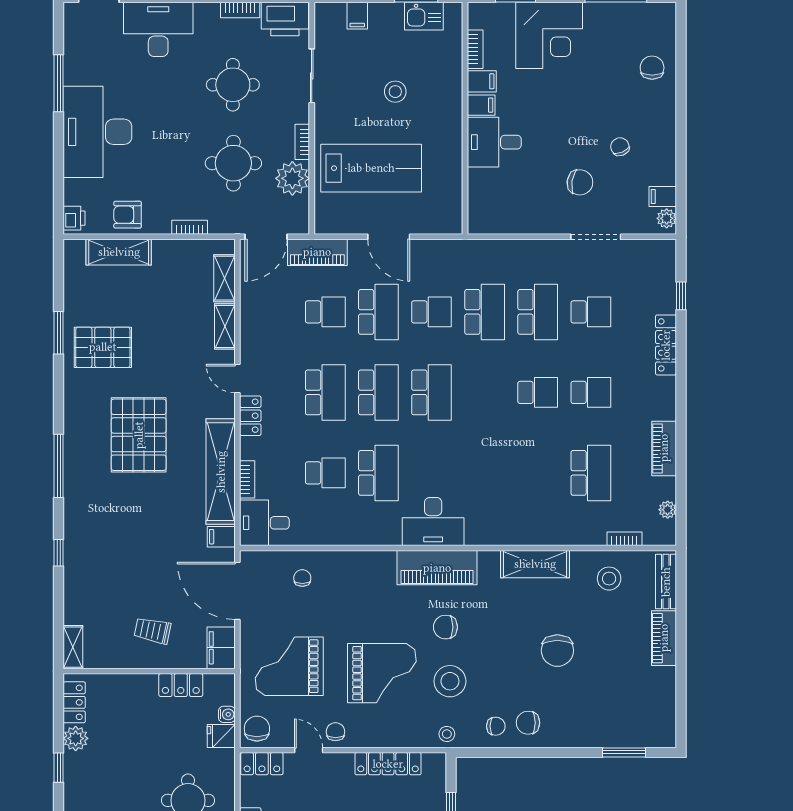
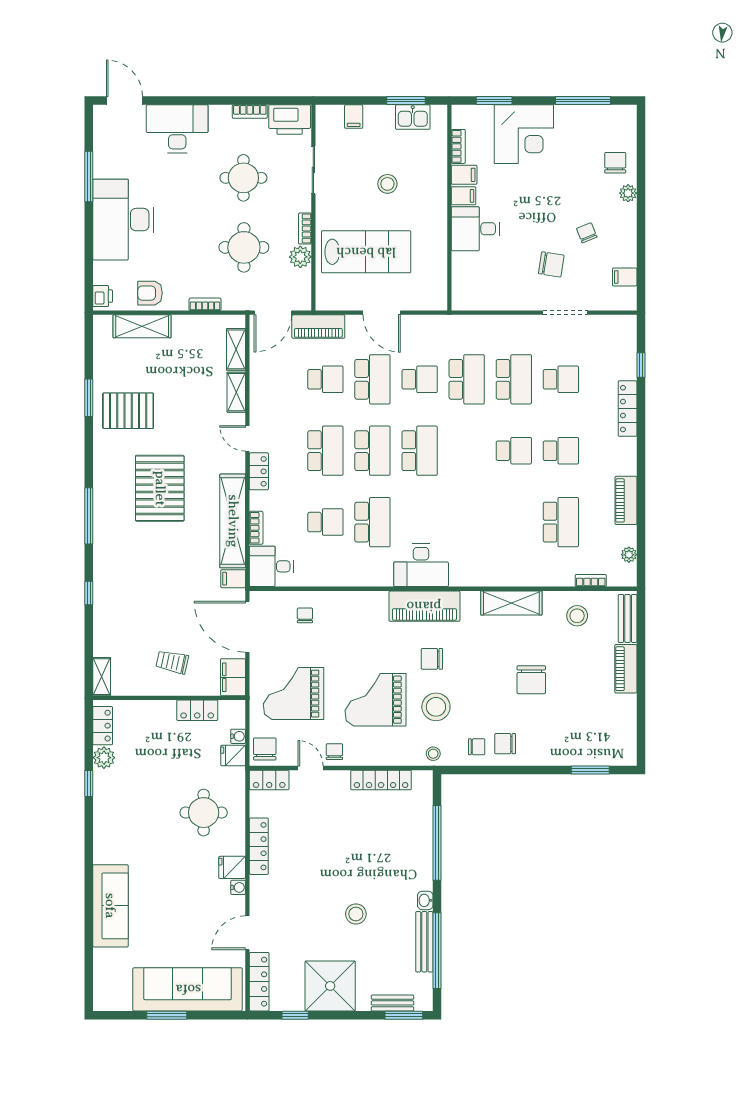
plant: (292, 178) -> (300, 257), width x0.73, depth x0.73
plant: (667, 218) -> (628, 193), moved
grand piano: (382, 673) -> (375, 700), turned 180

